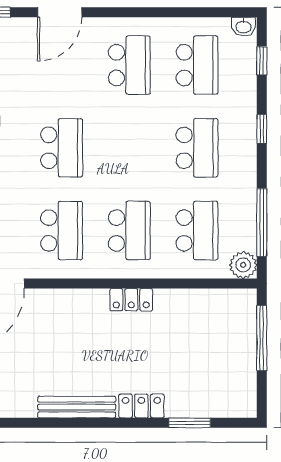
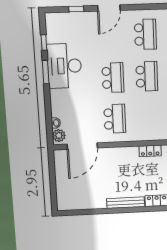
school desk: (129, 231) -> (147, 76), moved

